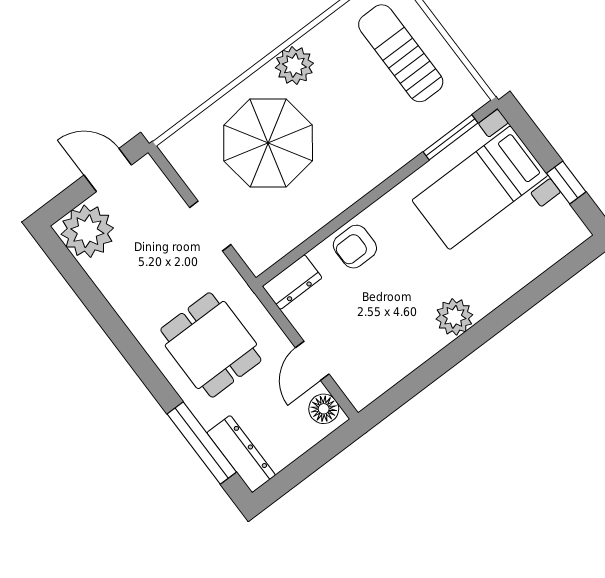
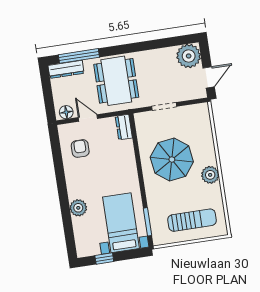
parasol: (268, 143) -> (172, 160), moved
armchair: (355, 247) -> (80, 149), moved
plant: (454, 317) -> (78, 208), moved
dining table: (211, 345) -> (116, 81), width x1.38

